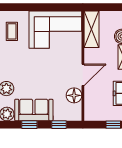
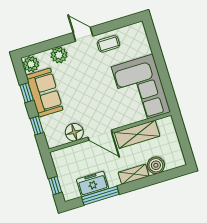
shelving: (92, 29) -> (137, 134), moved
coffee table: (12, 31) -> (108, 44), moved

